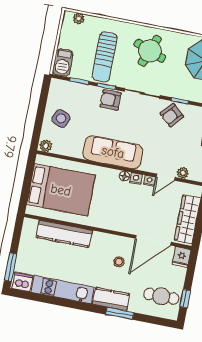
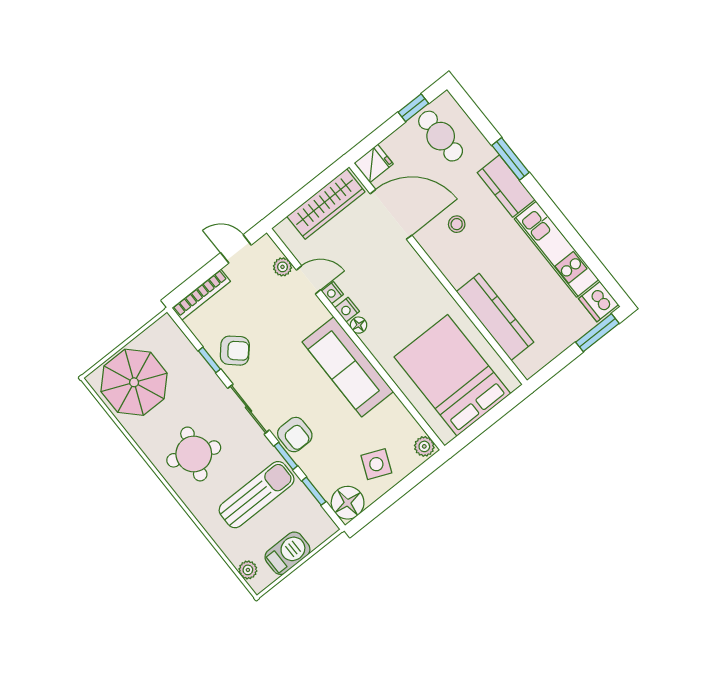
barbecue: (63, 63) -> (287, 553), moved
floor lamp: (59, 89) -> (348, 503), added

